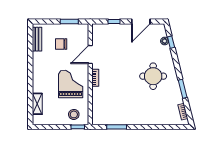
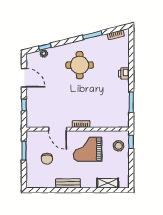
bench: (37, 39) -> (68, 183), moved
printer: (145, 120) -> (124, 74), added

